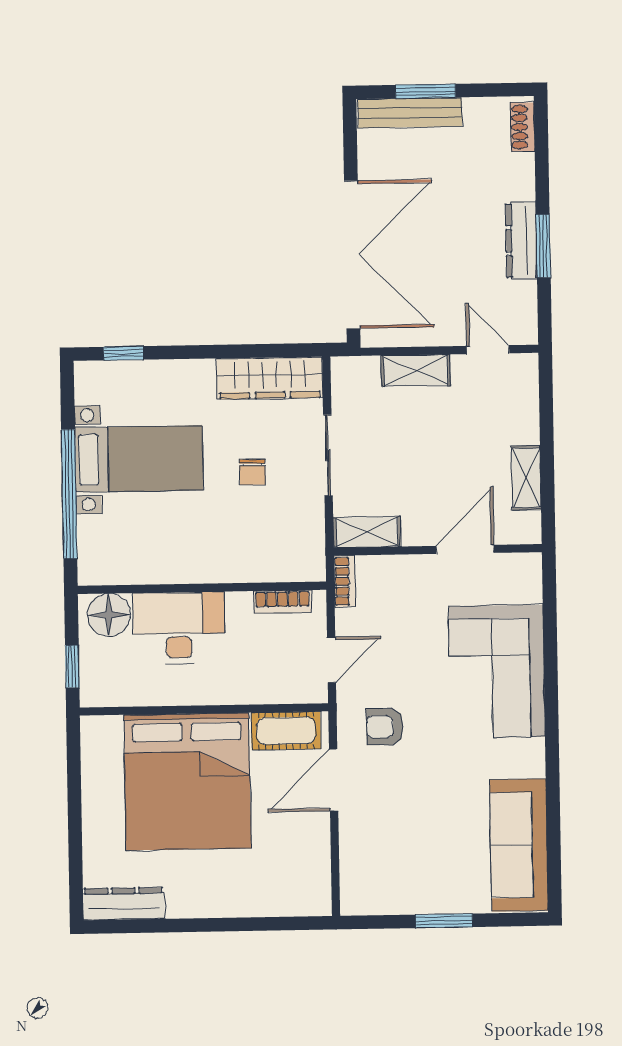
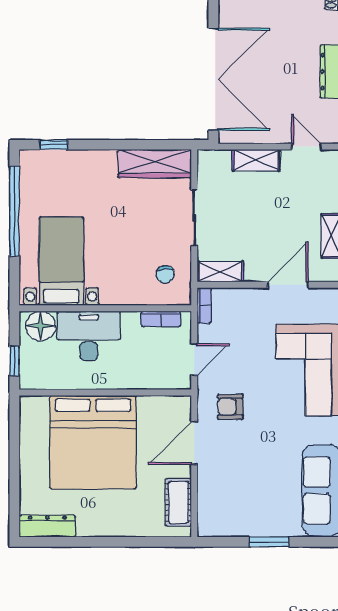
bed with nightstands: (139, 459) -> (61, 261), moved, turned -90
chair: (252, 472) -> (165, 275), moved
window: (69, 494) -> (14, 211), moved
cot: (286, 731) -> (178, 502), moved, turned 90

